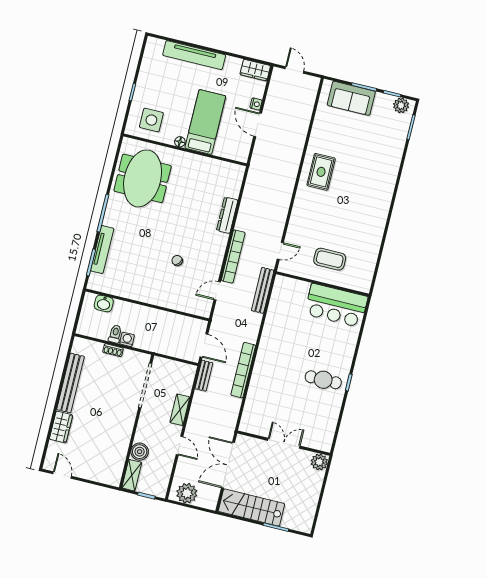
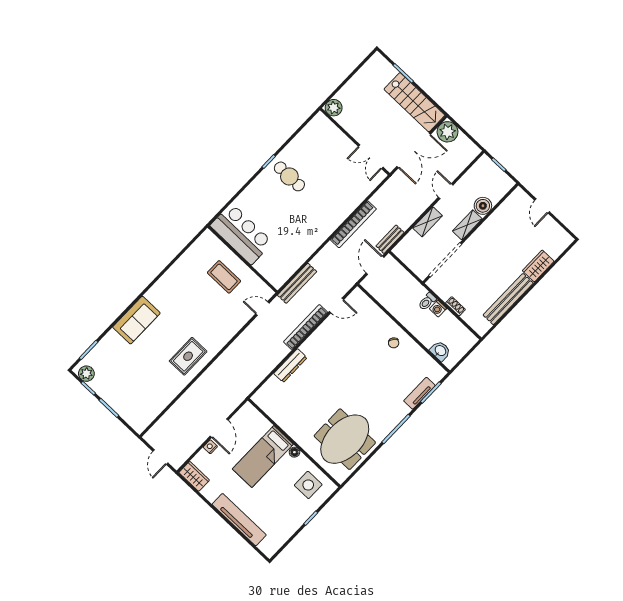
sofa: (351, 98) -> (136, 320), moved, turned 90
tv unit: (102, 250) -> (419, 393), width x0.71
chair: (177, 260) -> (394, 343), moved
toilet: (115, 334) -> (427, 302), moved
double door: (284, 443) -> (371, 157), moved
door: (62, 475) -> (542, 206), moved
shelving: (132, 475) -> (467, 225), moved
plant: (187, 493) -> (448, 132), moved

